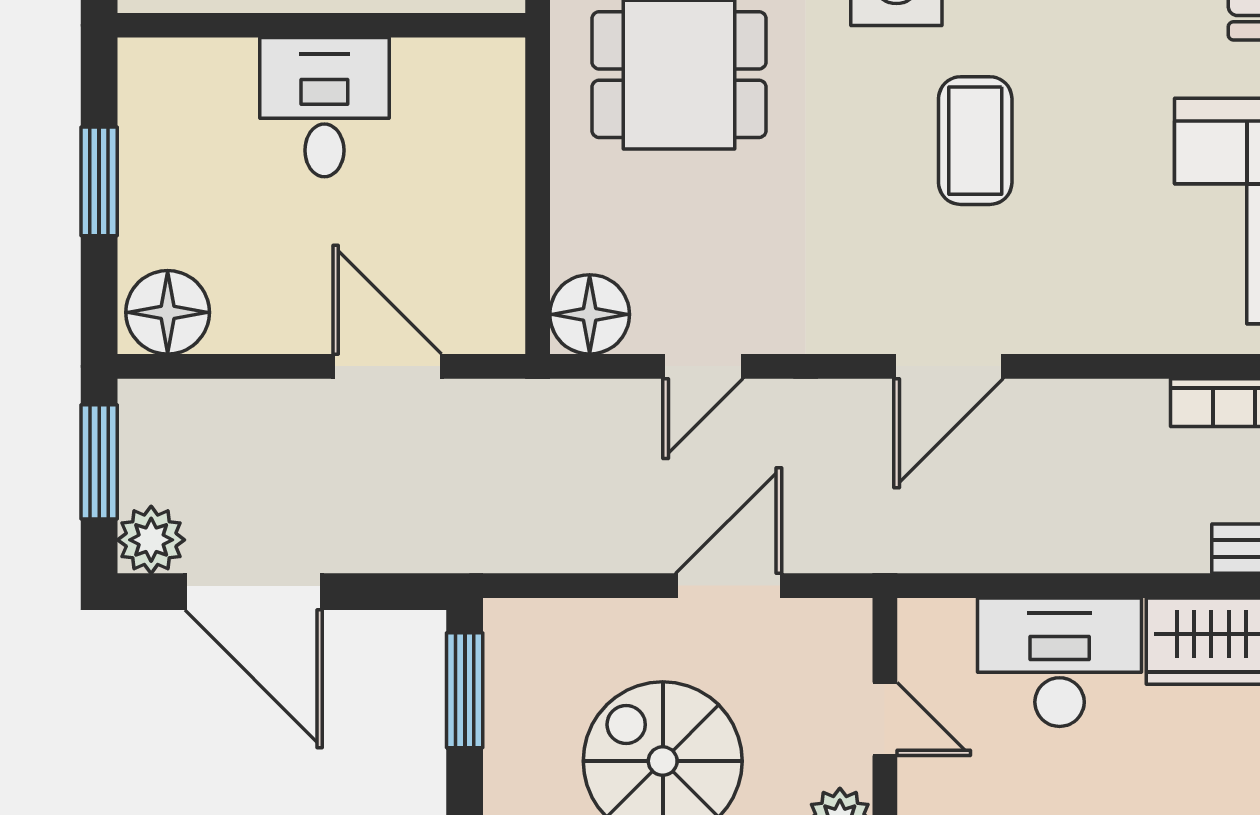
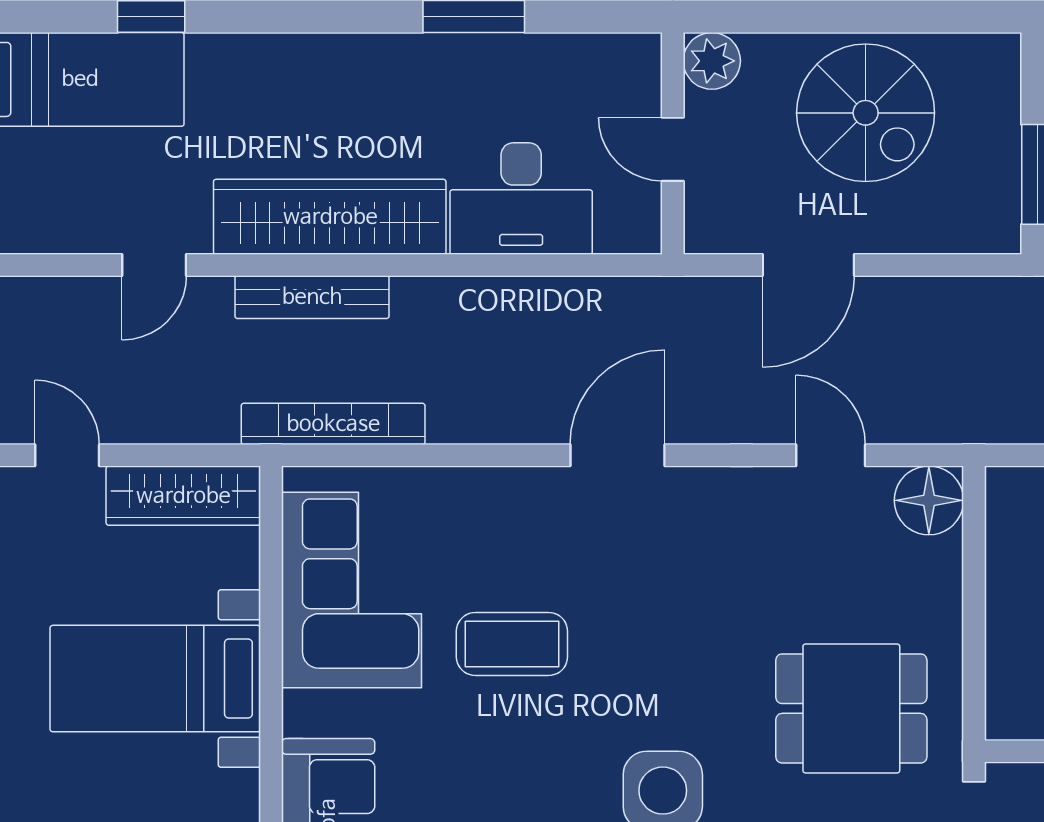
coffee table: (975, 141) -> (512, 644), moved, turned 90
door: (703, 366) -> (831, 455), hinge flipped

